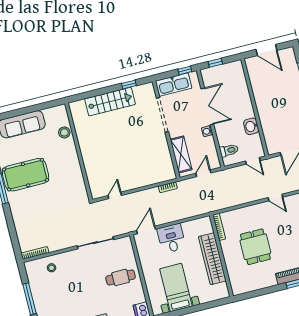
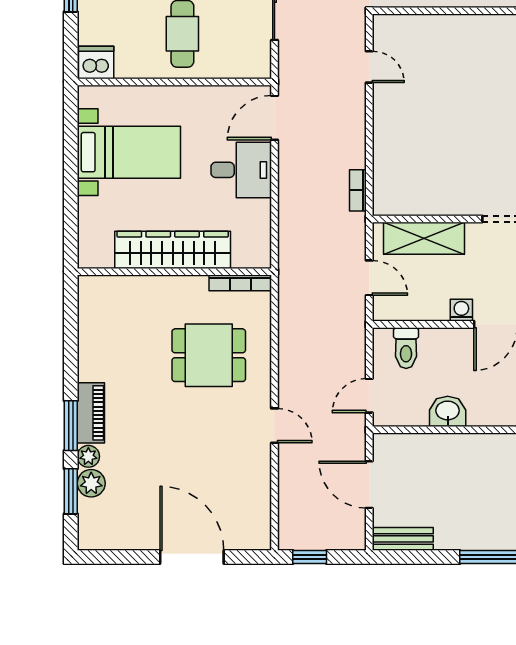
door: (275, 197) -> (274, 426), swing flipped
door: (146, 230) -> (274, 118), swing flipped
dining table: (255, 247) -> (209, 355), moved

